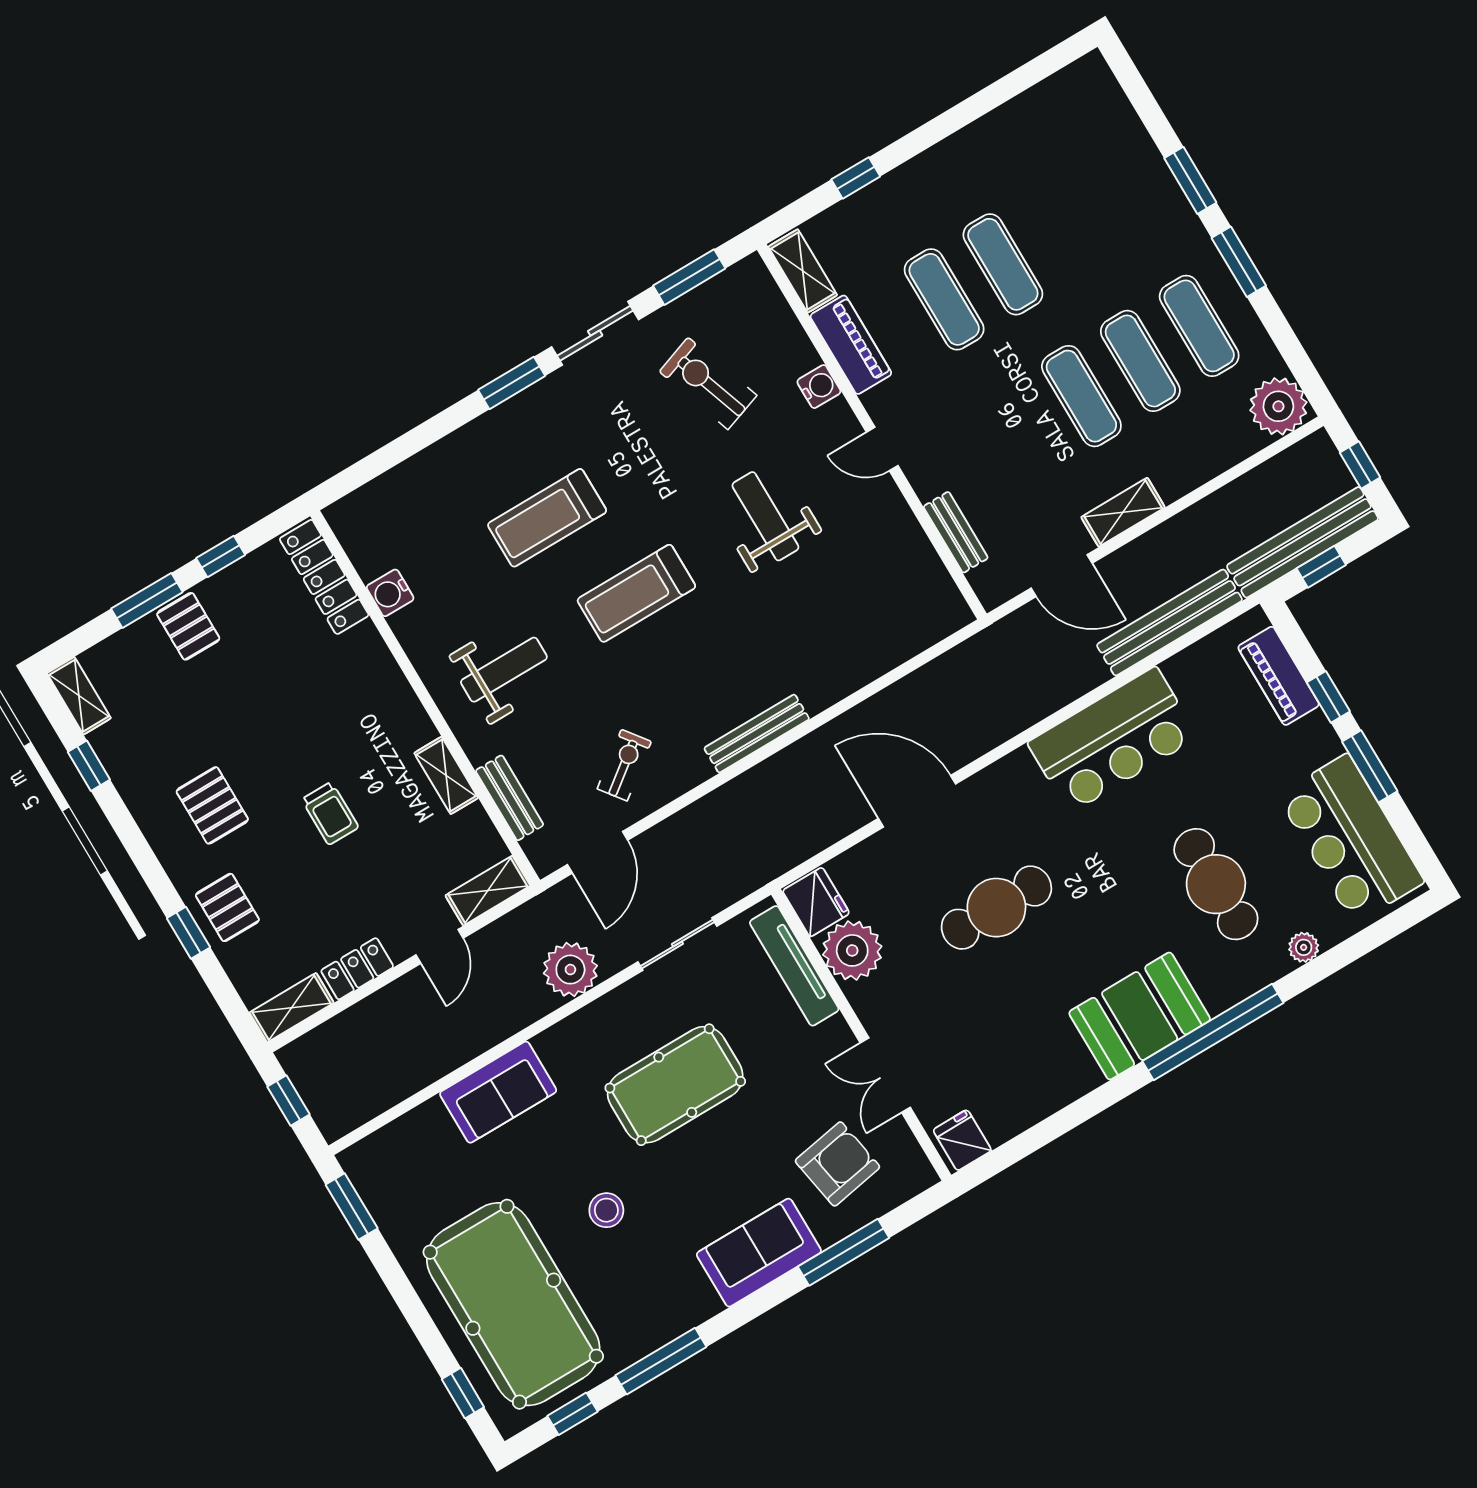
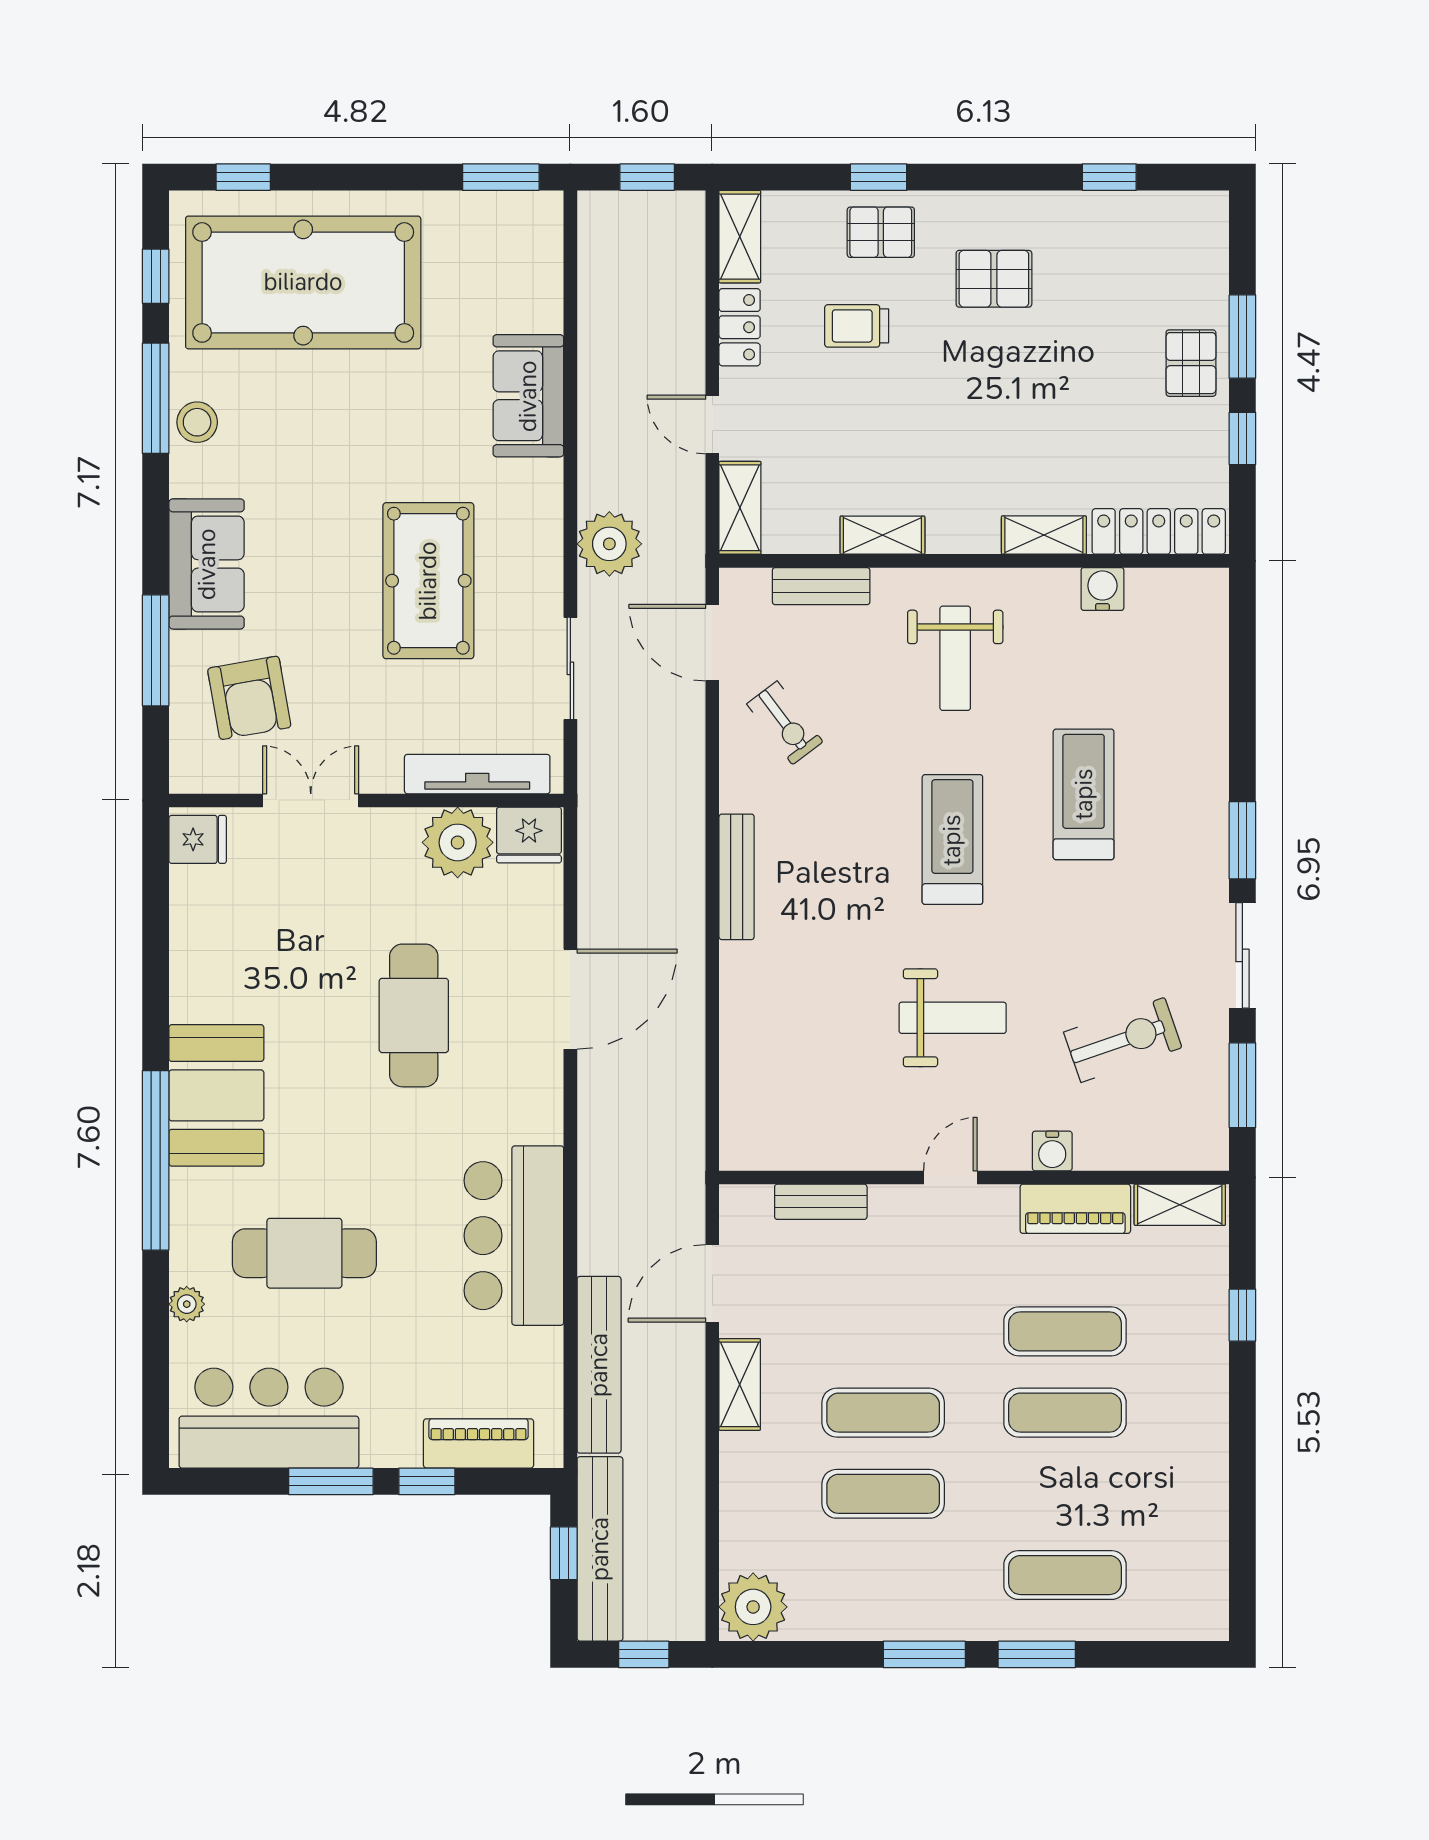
exercise mat: (1199, 326) -> (1065, 1575), moved
pallet: (188, 626) -> (1191, 363), turned 90
shelving: (79, 696) -> (1044, 535), moved
trolley: (330, 813) -> (857, 326), moved
stool: (606, 1210) -> (197, 422), moved

